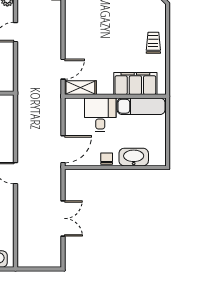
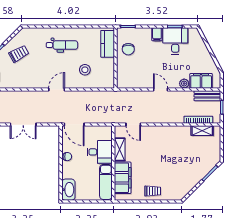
shelving: (80, 88) -> (120, 149), moved
washbasin: (134, 157) -> (68, 190), moved

